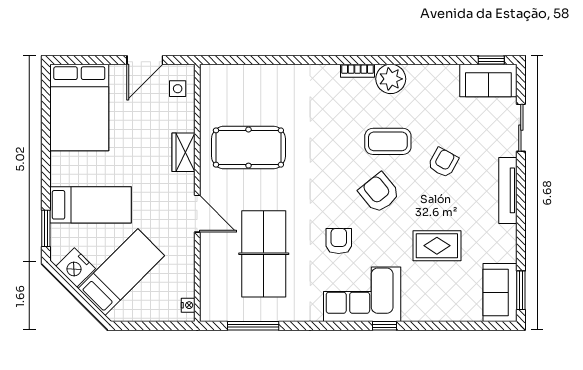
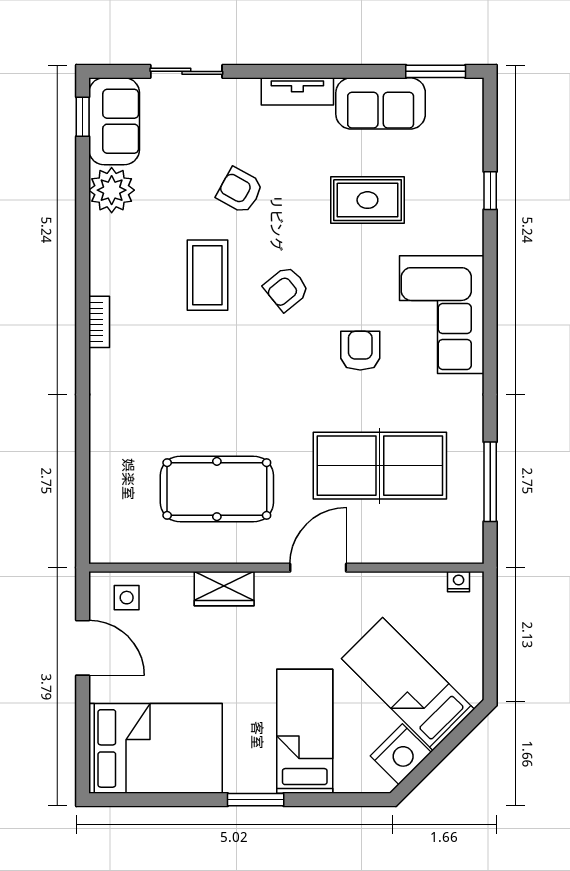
plant: (391, 79) -> (112, 190), moved
pool table: (248, 148) -> (217, 489), turned 90
tv unit: (508, 190) -> (297, 91), width x0.71
armchair: (379, 193) -> (286, 289), width x0.72, depth x0.72
window: (46, 228) -> (256, 800), moved
armchair: (339, 241) -> (360, 351), turned 90
rug: (437, 246) -> (367, 200), turned 90
sofa: (500, 293) -> (381, 103), moved
window: (384, 326) -> (490, 191), moved

